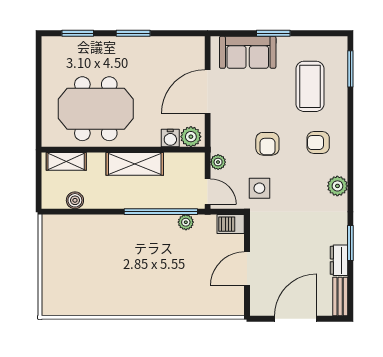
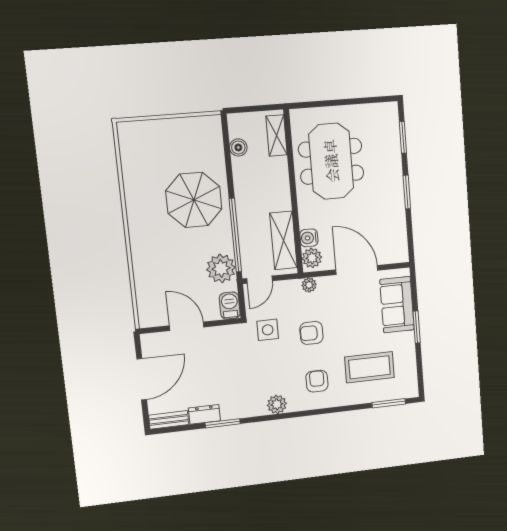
plant: (218, 162) -> (309, 285), moved
shelving: (135, 164) -> (283, 240), moved
plant: (186, 222) -> (221, 268), width x1.87, depth x1.87
parasol: (122, 249) -> (194, 200), added
door: (296, 319) -> (142, 379), hinge flipped

